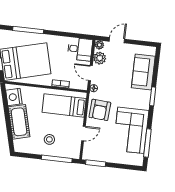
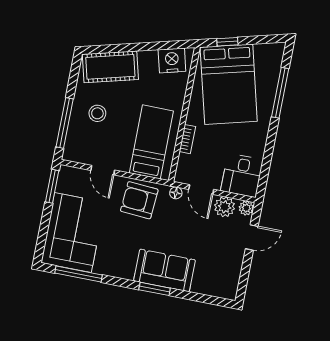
door: (117, 40) -> (252, 237), hinge flipped
sofa: (143, 72) -> (165, 270), moved
door: (90, 73) -> (201, 189), swing flipped
cot: (19, 122) -> (110, 67), moved
corner sofa: (131, 130) -> (73, 233), moved, turned 90

